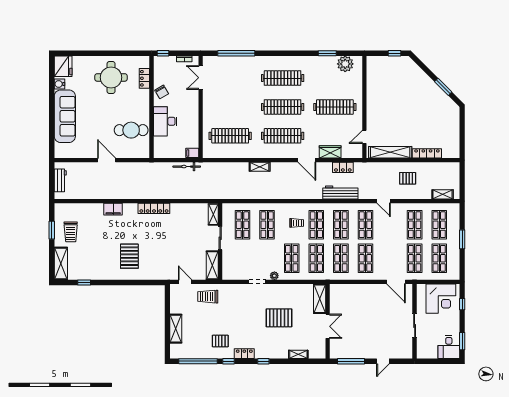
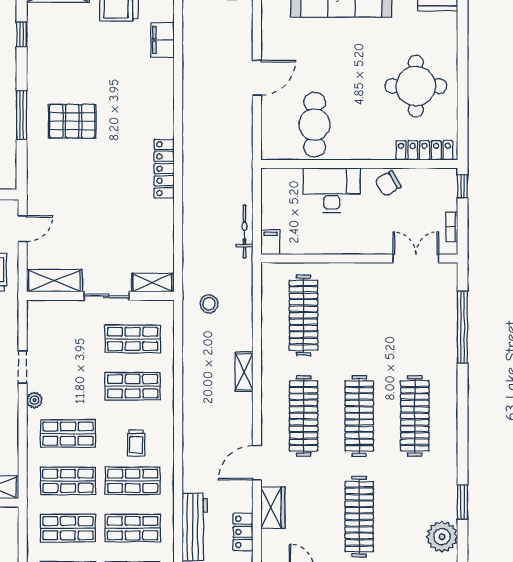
locker: (144, 78) -> (424, 150), width x1.53
stool: (224, 185) -> (209, 304), added
filing cabinet: (113, 209) -> (163, 40), moved
window: (126, 282) -> (22, 115), added

